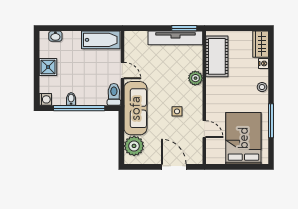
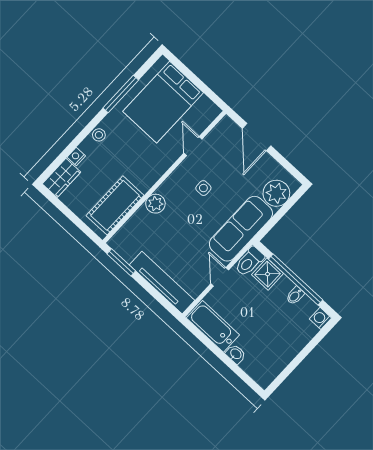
washbasin: (55, 36) -> (236, 354), moved
tv unit: (175, 38) -> (162, 283), moved
shower: (48, 67) -> (267, 274), moved

